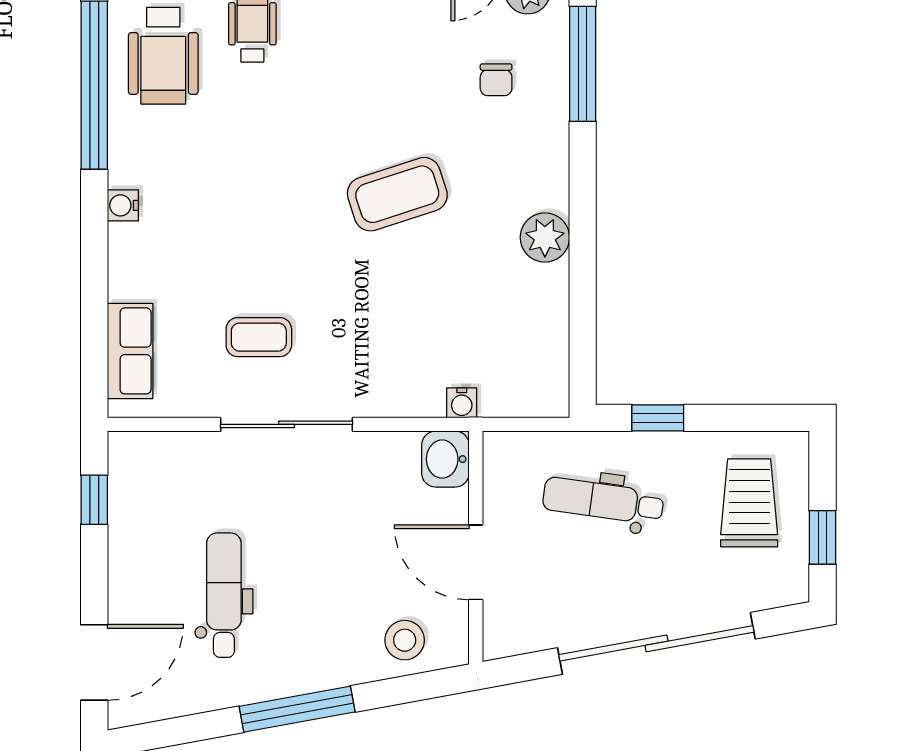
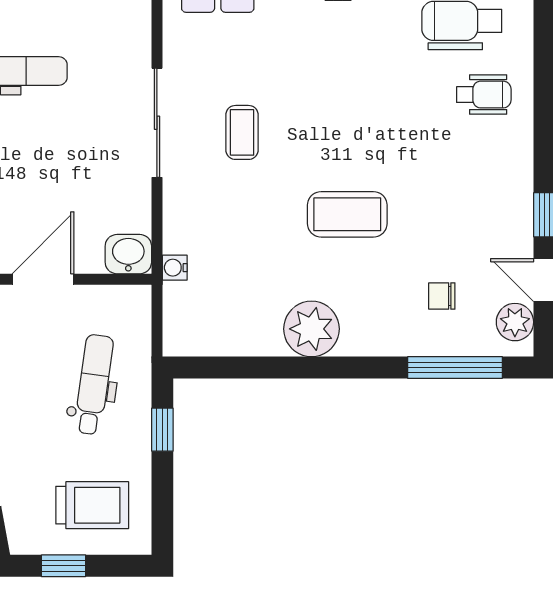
coffee table: (397, 194) -> (347, 214), turned -72
plant: (545, 237) -> (311, 329), width x1.36, depth x1.36
coffee table: (259, 337) -> (242, 132), moved

